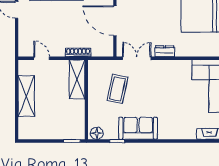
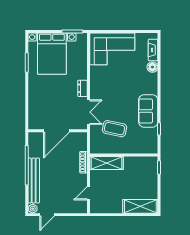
double door: (137, 58) -> (88, 112), swing flipped
shelving: (26, 96) -> (140, 206), moved
floor lamp: (97, 133) -> (152, 67), moved

